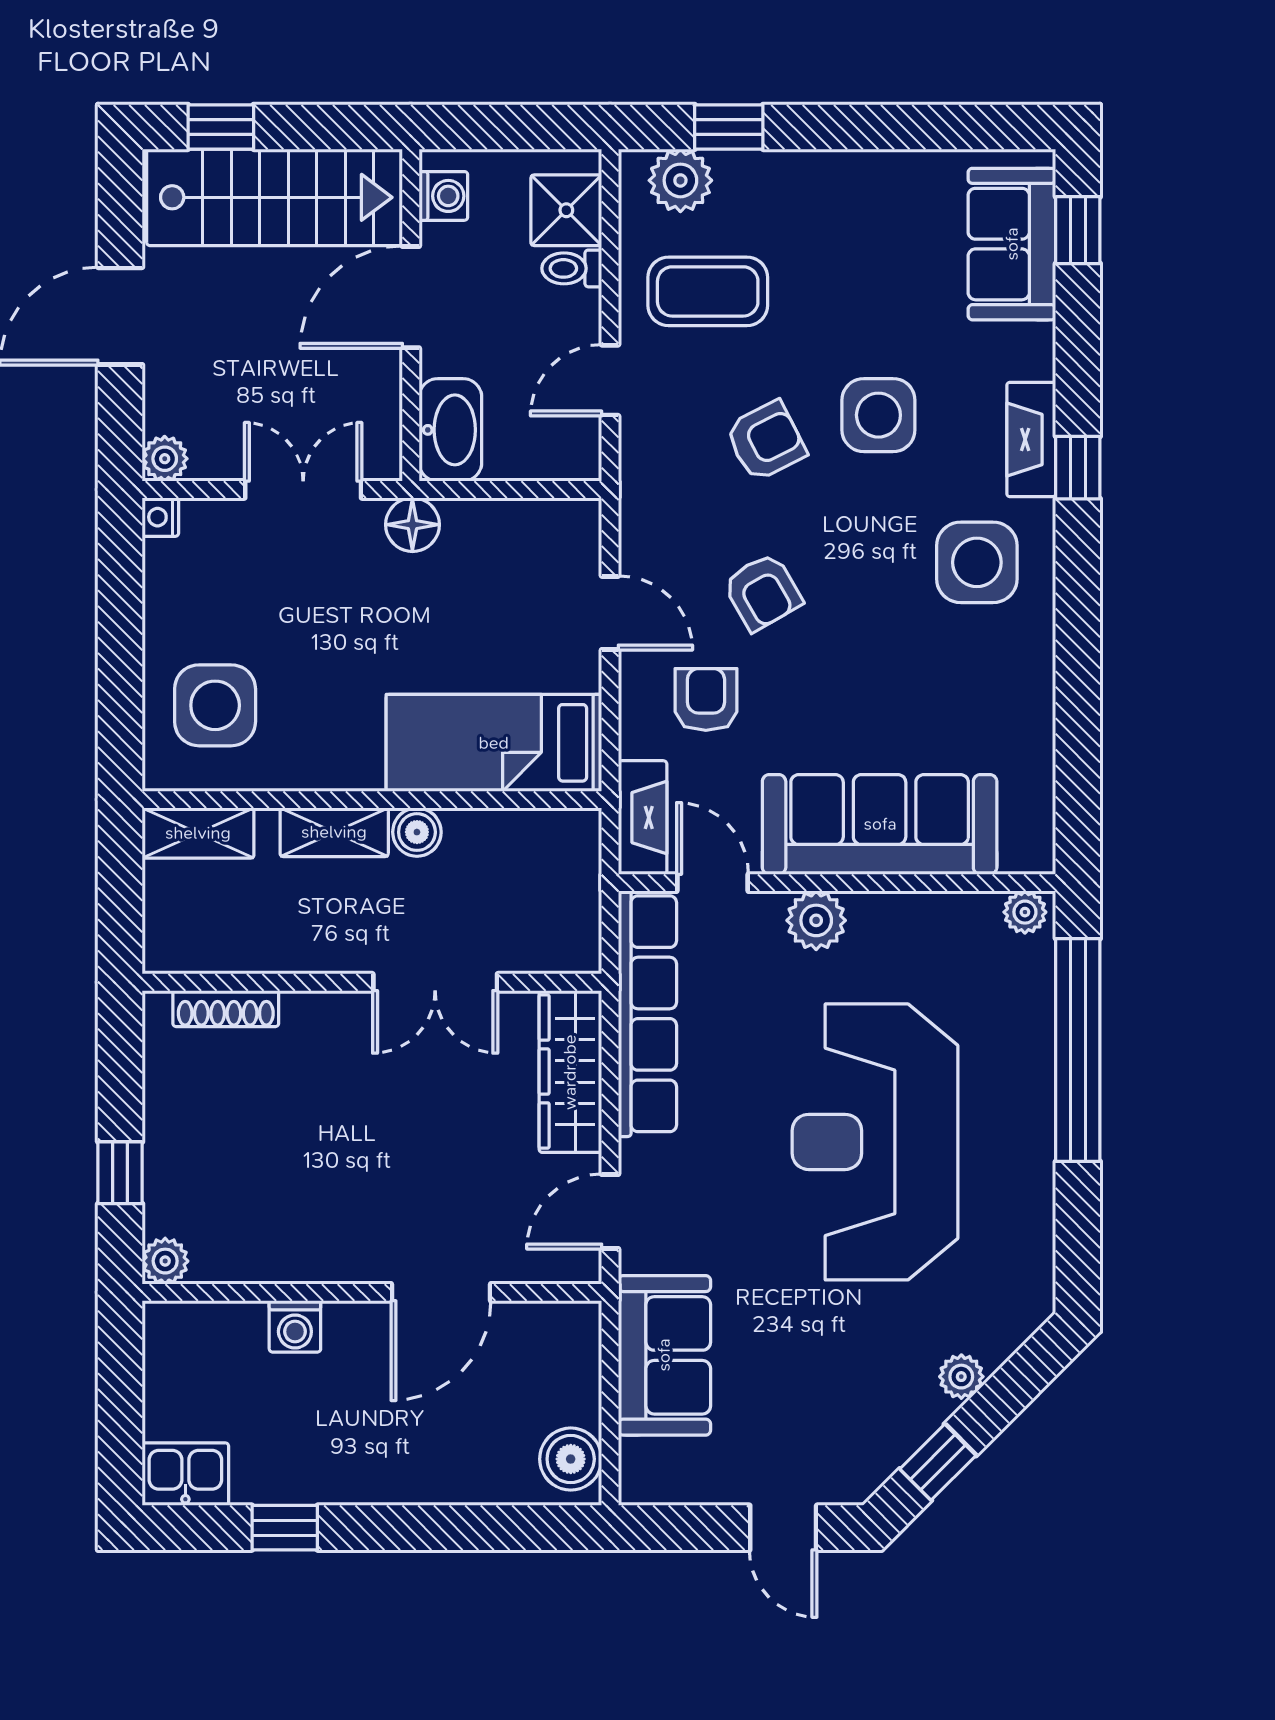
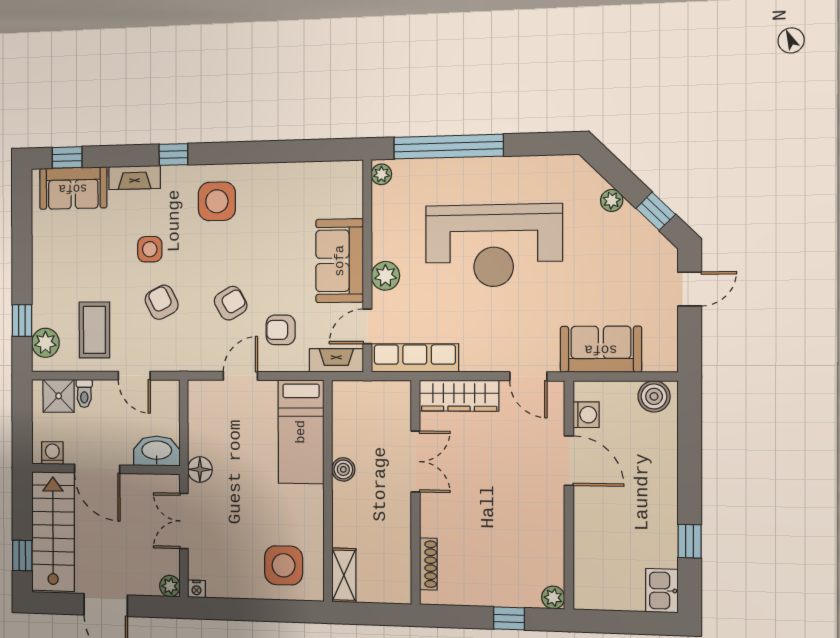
side table: (878, 415) -> (150, 249), width x0.73, depth x0.73
fireplace: (1031, 440) -> (135, 178), moved
sofa: (880, 824) -> (340, 261), width x0.73
shelving: (334, 832) -> (343, 509), removed
row of seats: (647, 1014) -> (415, 358), width x0.73
washing machine: (295, 1326) -> (586, 415), moved

